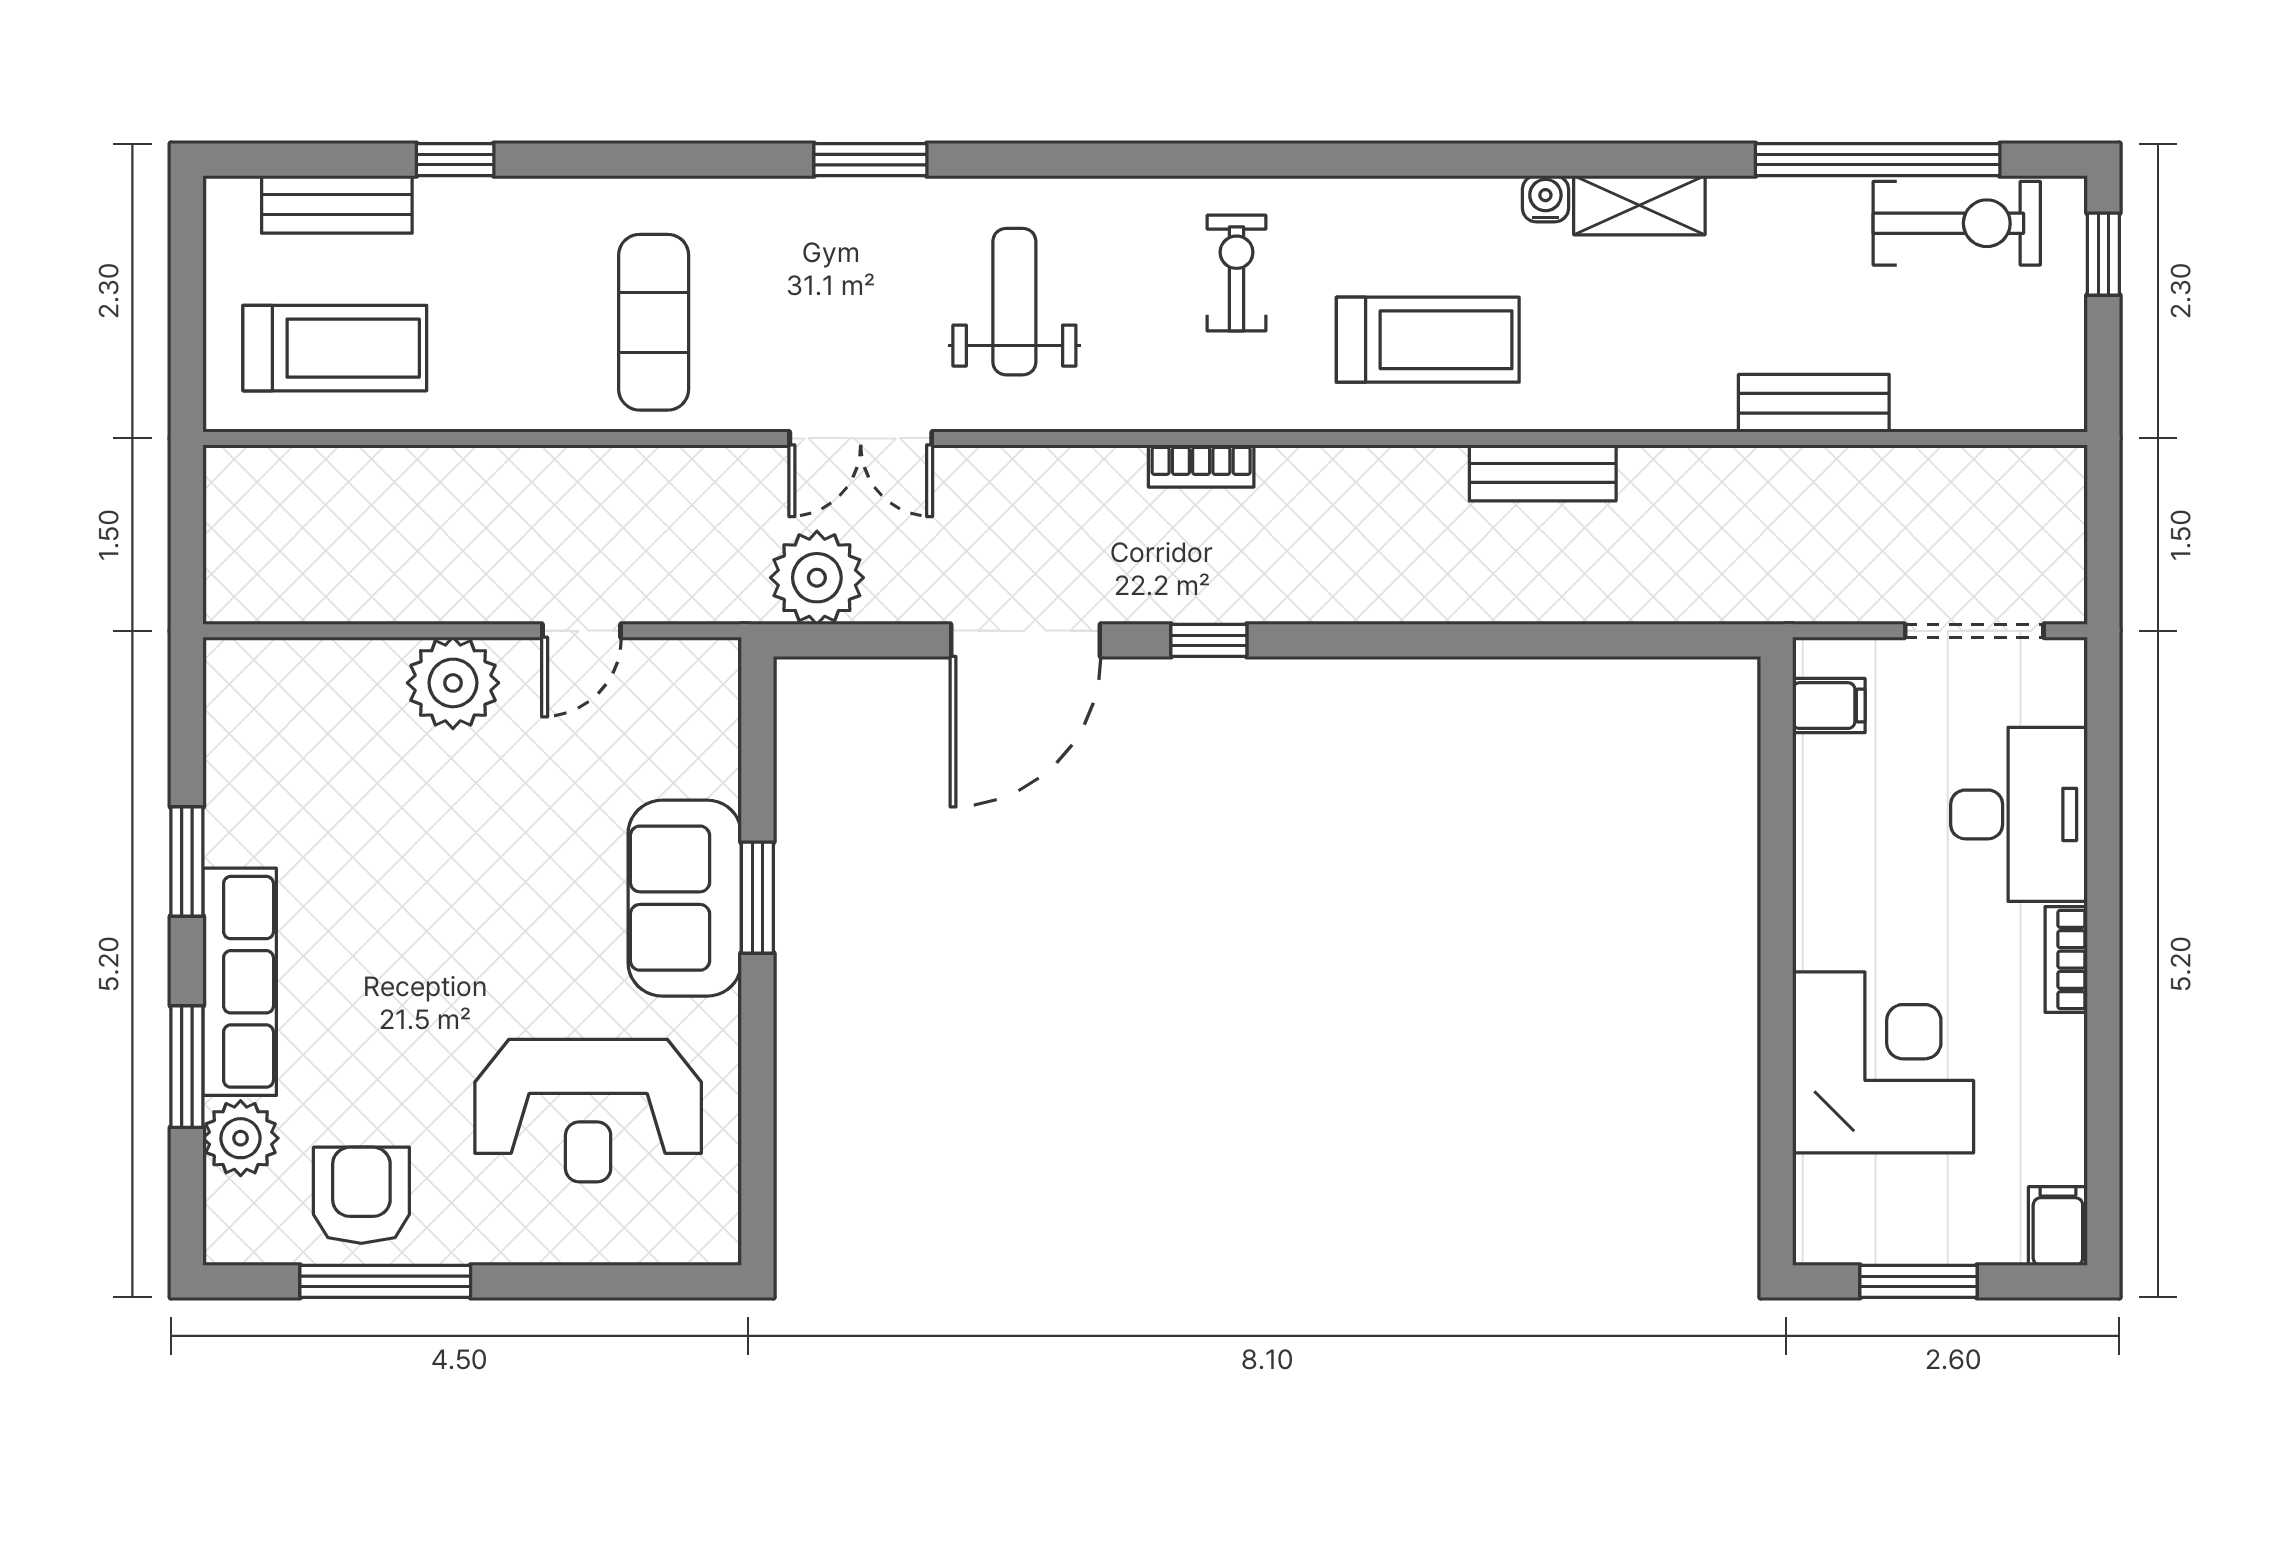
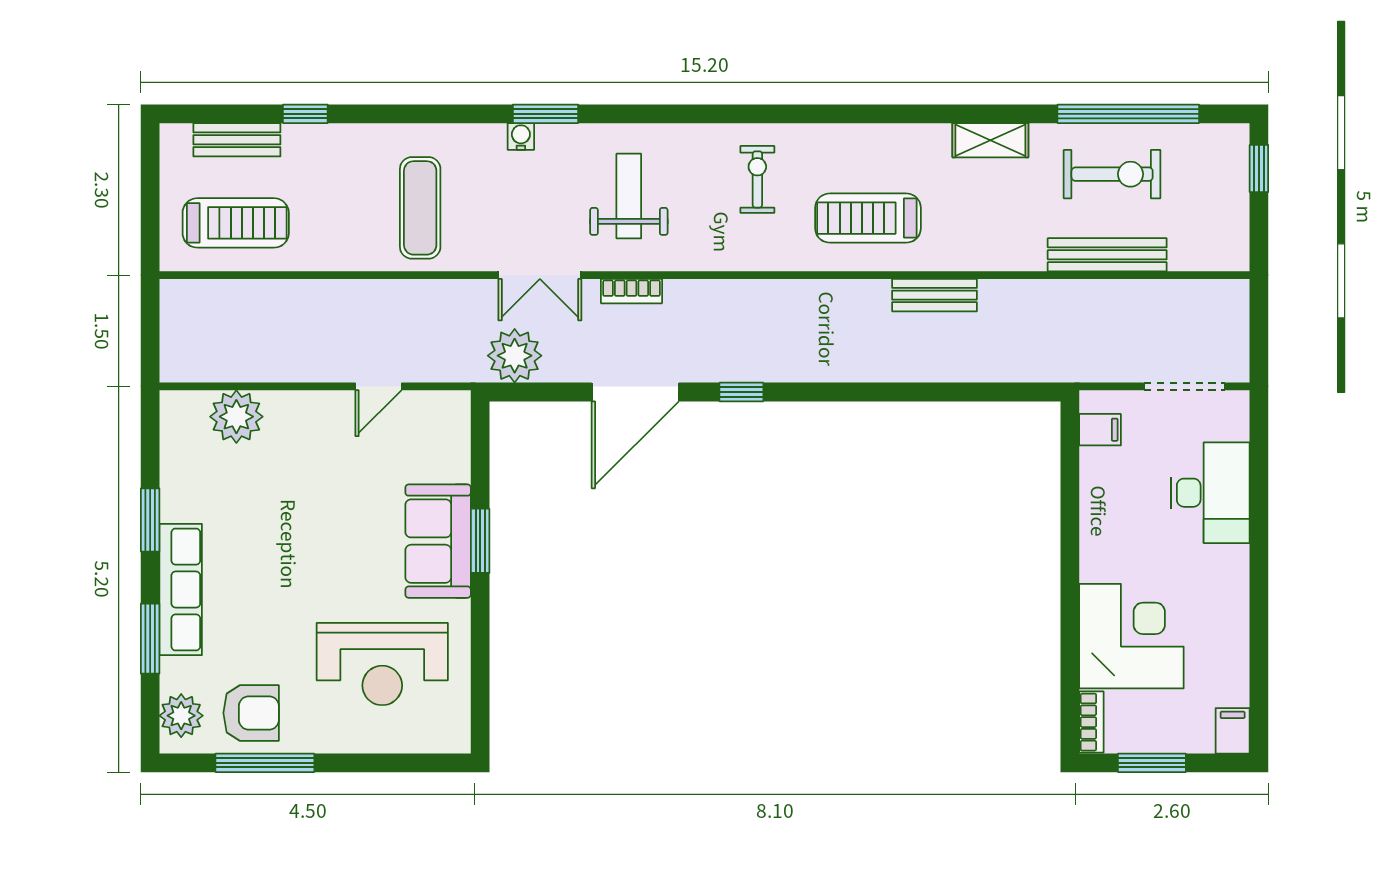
water cooler: (1545, 199) -> (521, 136), moved
exercise bike: (1957, 223) -> (1112, 174), moved
treadmill: (1428, 340) -> (868, 218), turned 180
bench: (1814, 403) -> (1107, 255), width x1.36
bookcase: (1201, 466) -> (632, 291), moved
plant: (453, 683) -> (236, 417), moved
bookcase: (2066, 960) -> (1091, 722), moved, turned 180
plant: (241, 1138) -> (181, 716), moved
armchair: (361, 1195) -> (251, 713), turned 90

